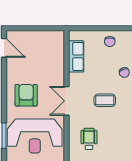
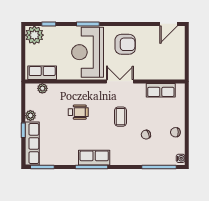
chair: (110, 42) -> (175, 132), moved
wheelchair: (89, 139) -> (78, 112), moved

